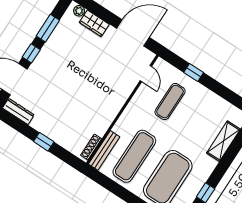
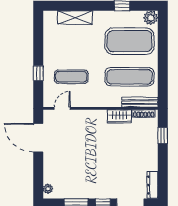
wardrobe: (94, 23) -> (120, 116), moved, turned 90
window: (44, 142) -> (163, 136), moved

